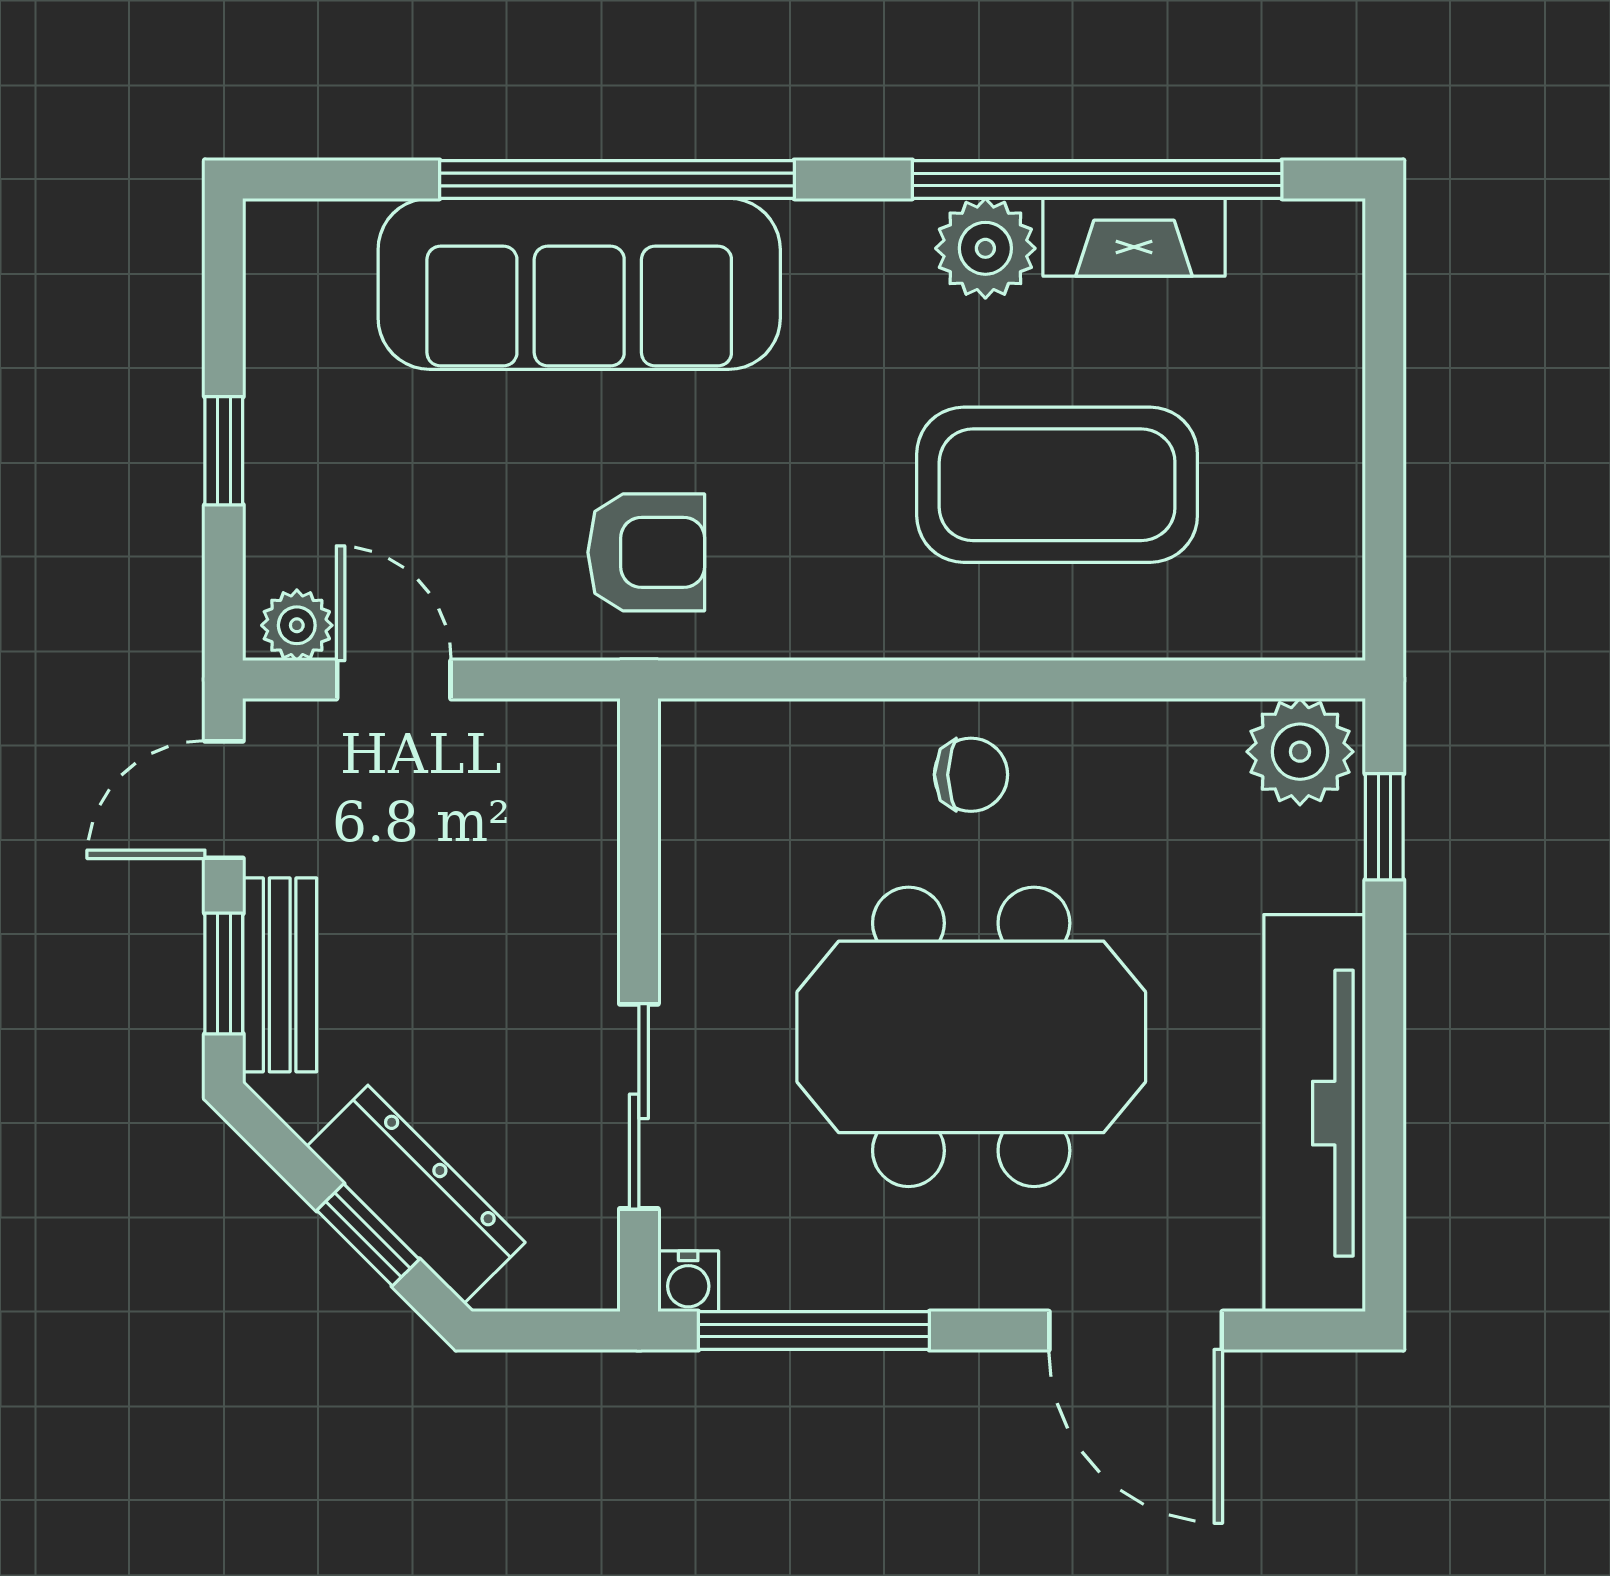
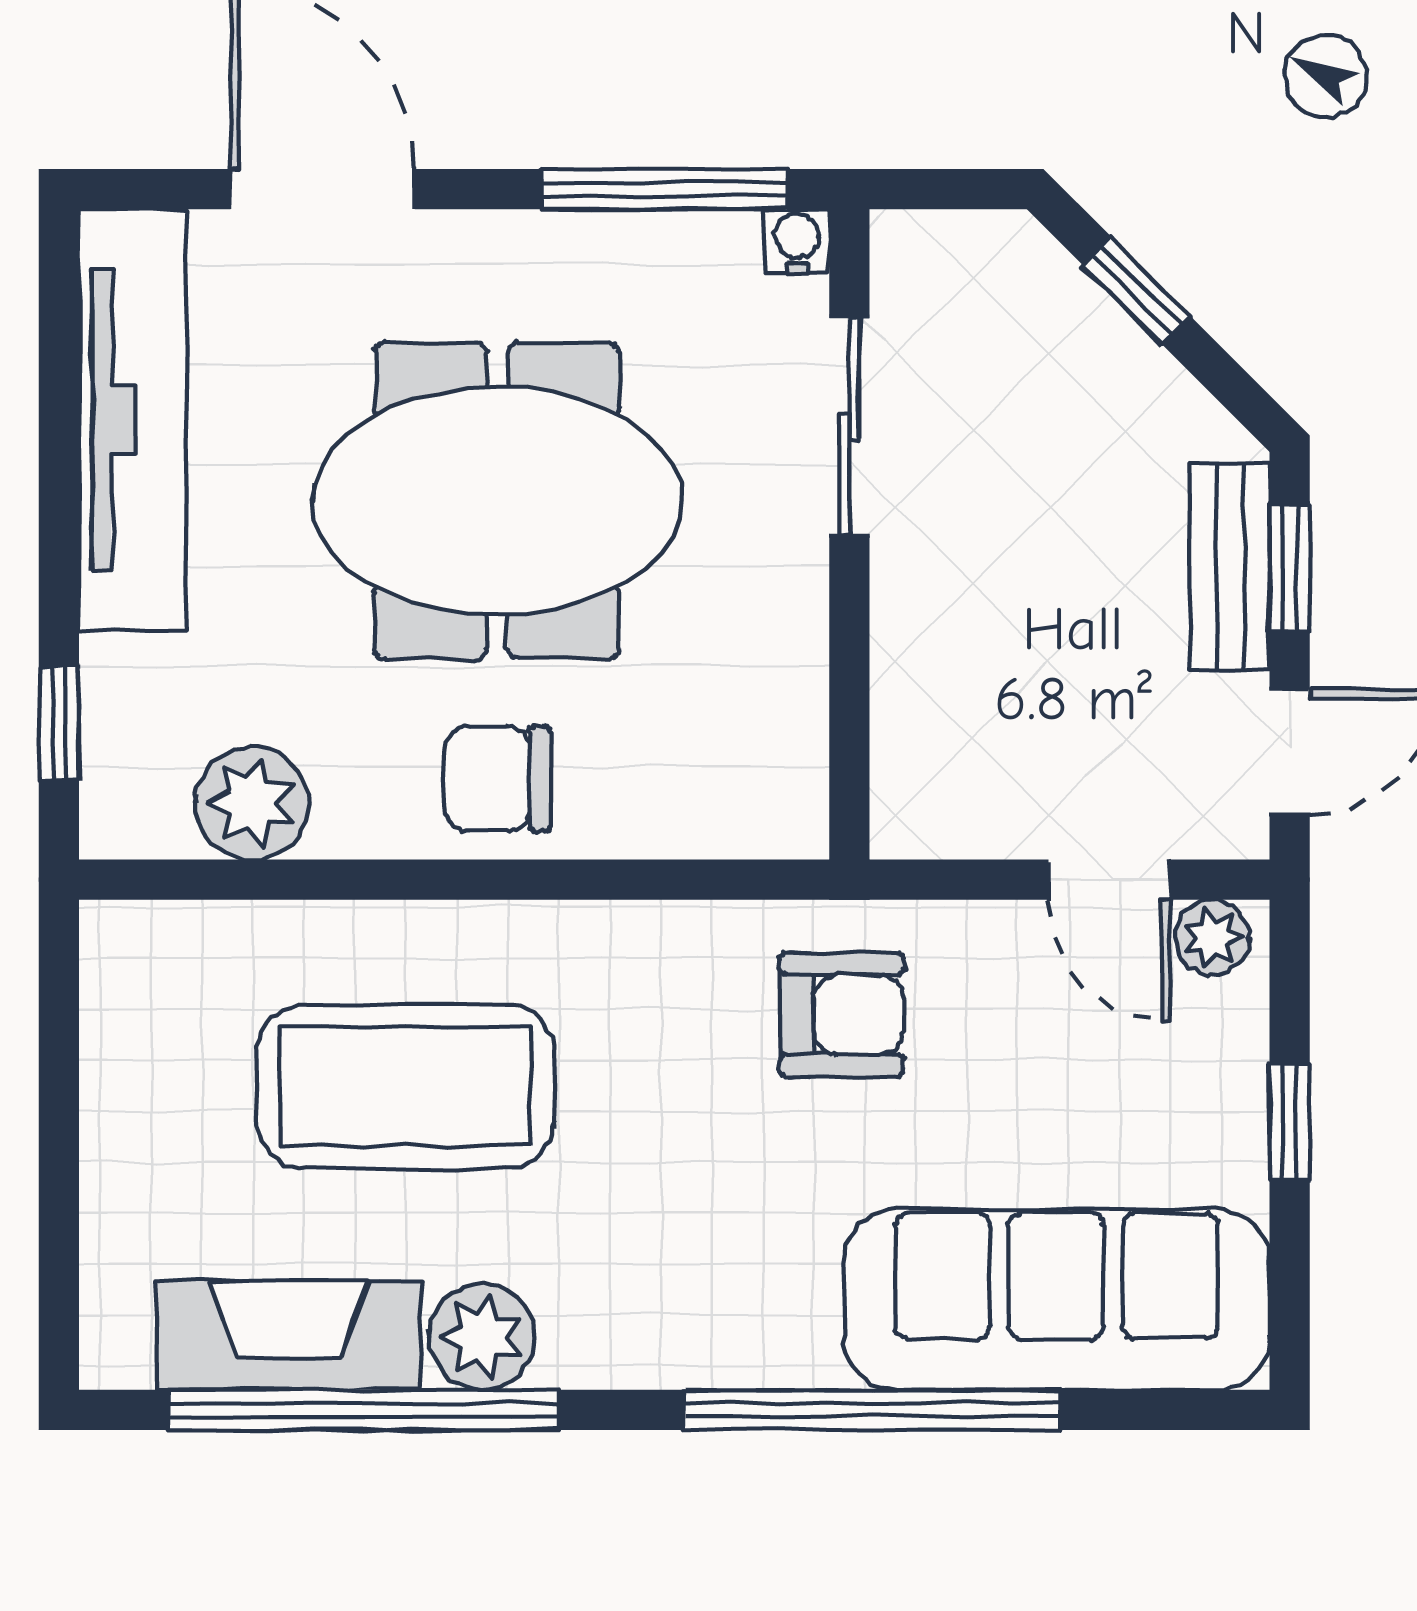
fireplace: (1134, 237) -> (289, 1336), width x1.37, depth x1.32
sofa: (579, 284) -> (1056, 1299), moved
armchair: (646, 552) -> (842, 1014), turned 180
plant: (1300, 752) -> (252, 803), moved
chair: (971, 775) -> (497, 779), width x1.37, depth x1.37
dresser: (416, 1194) -> (1086, 333), removed

